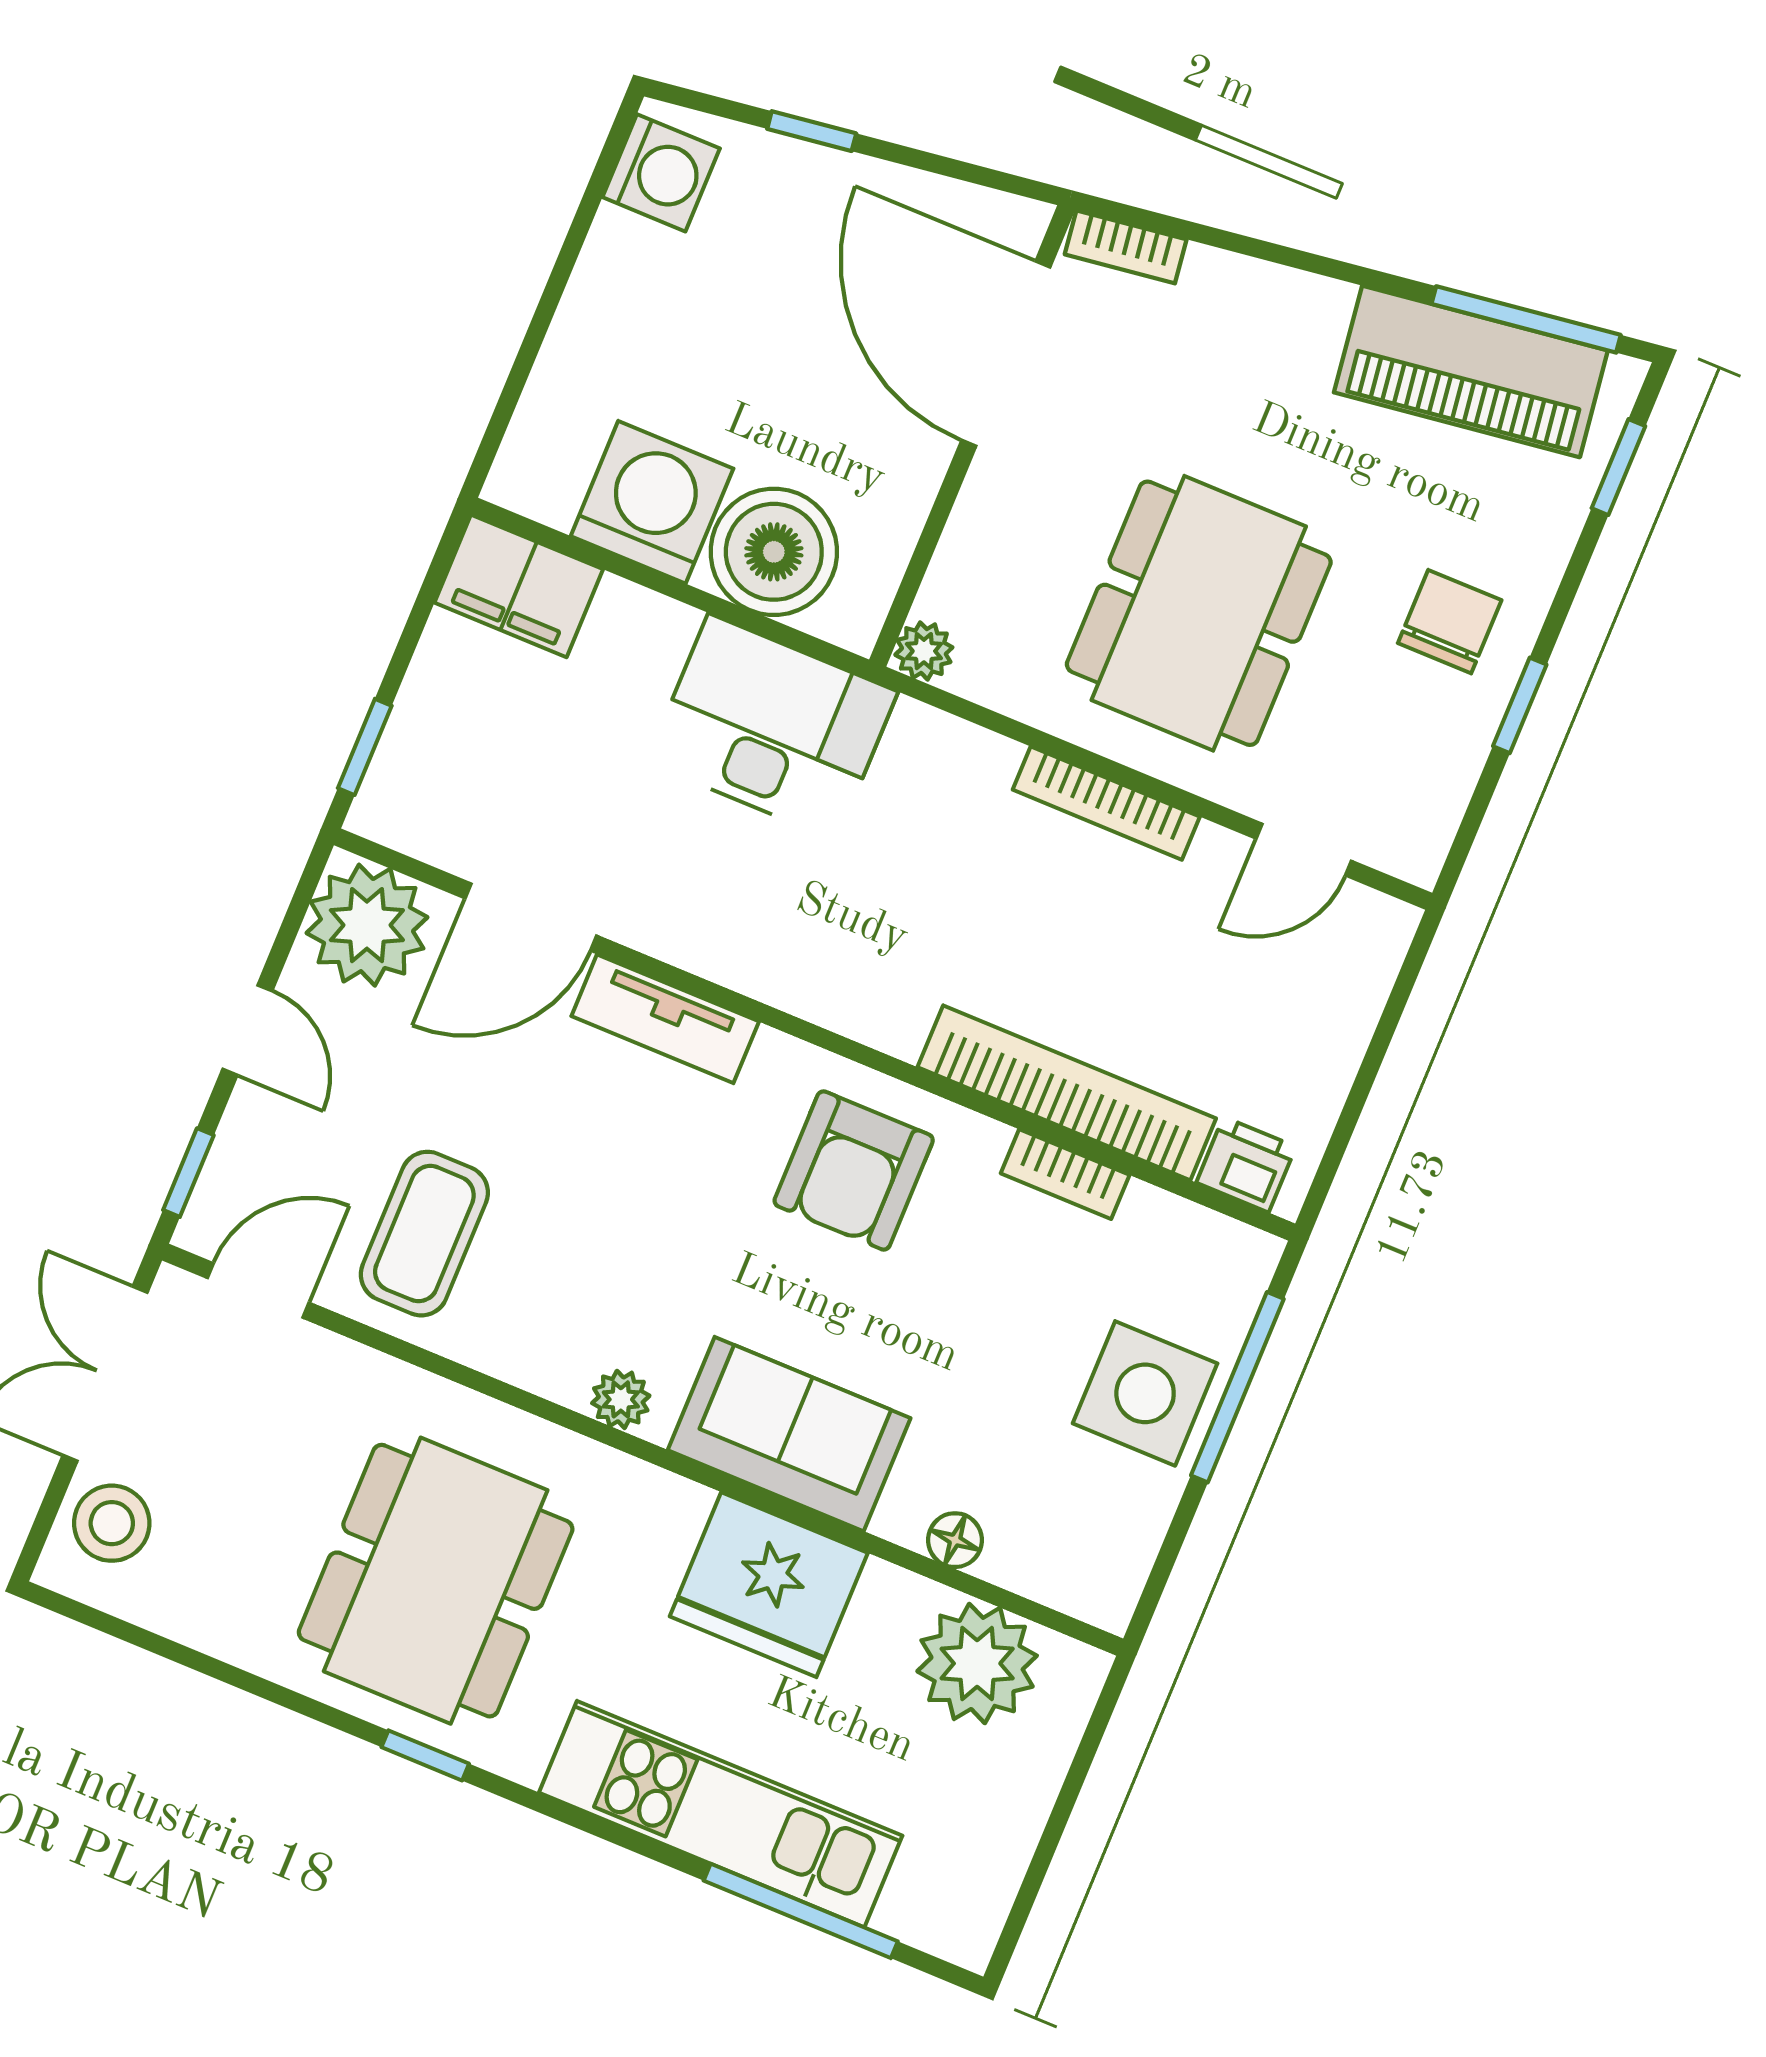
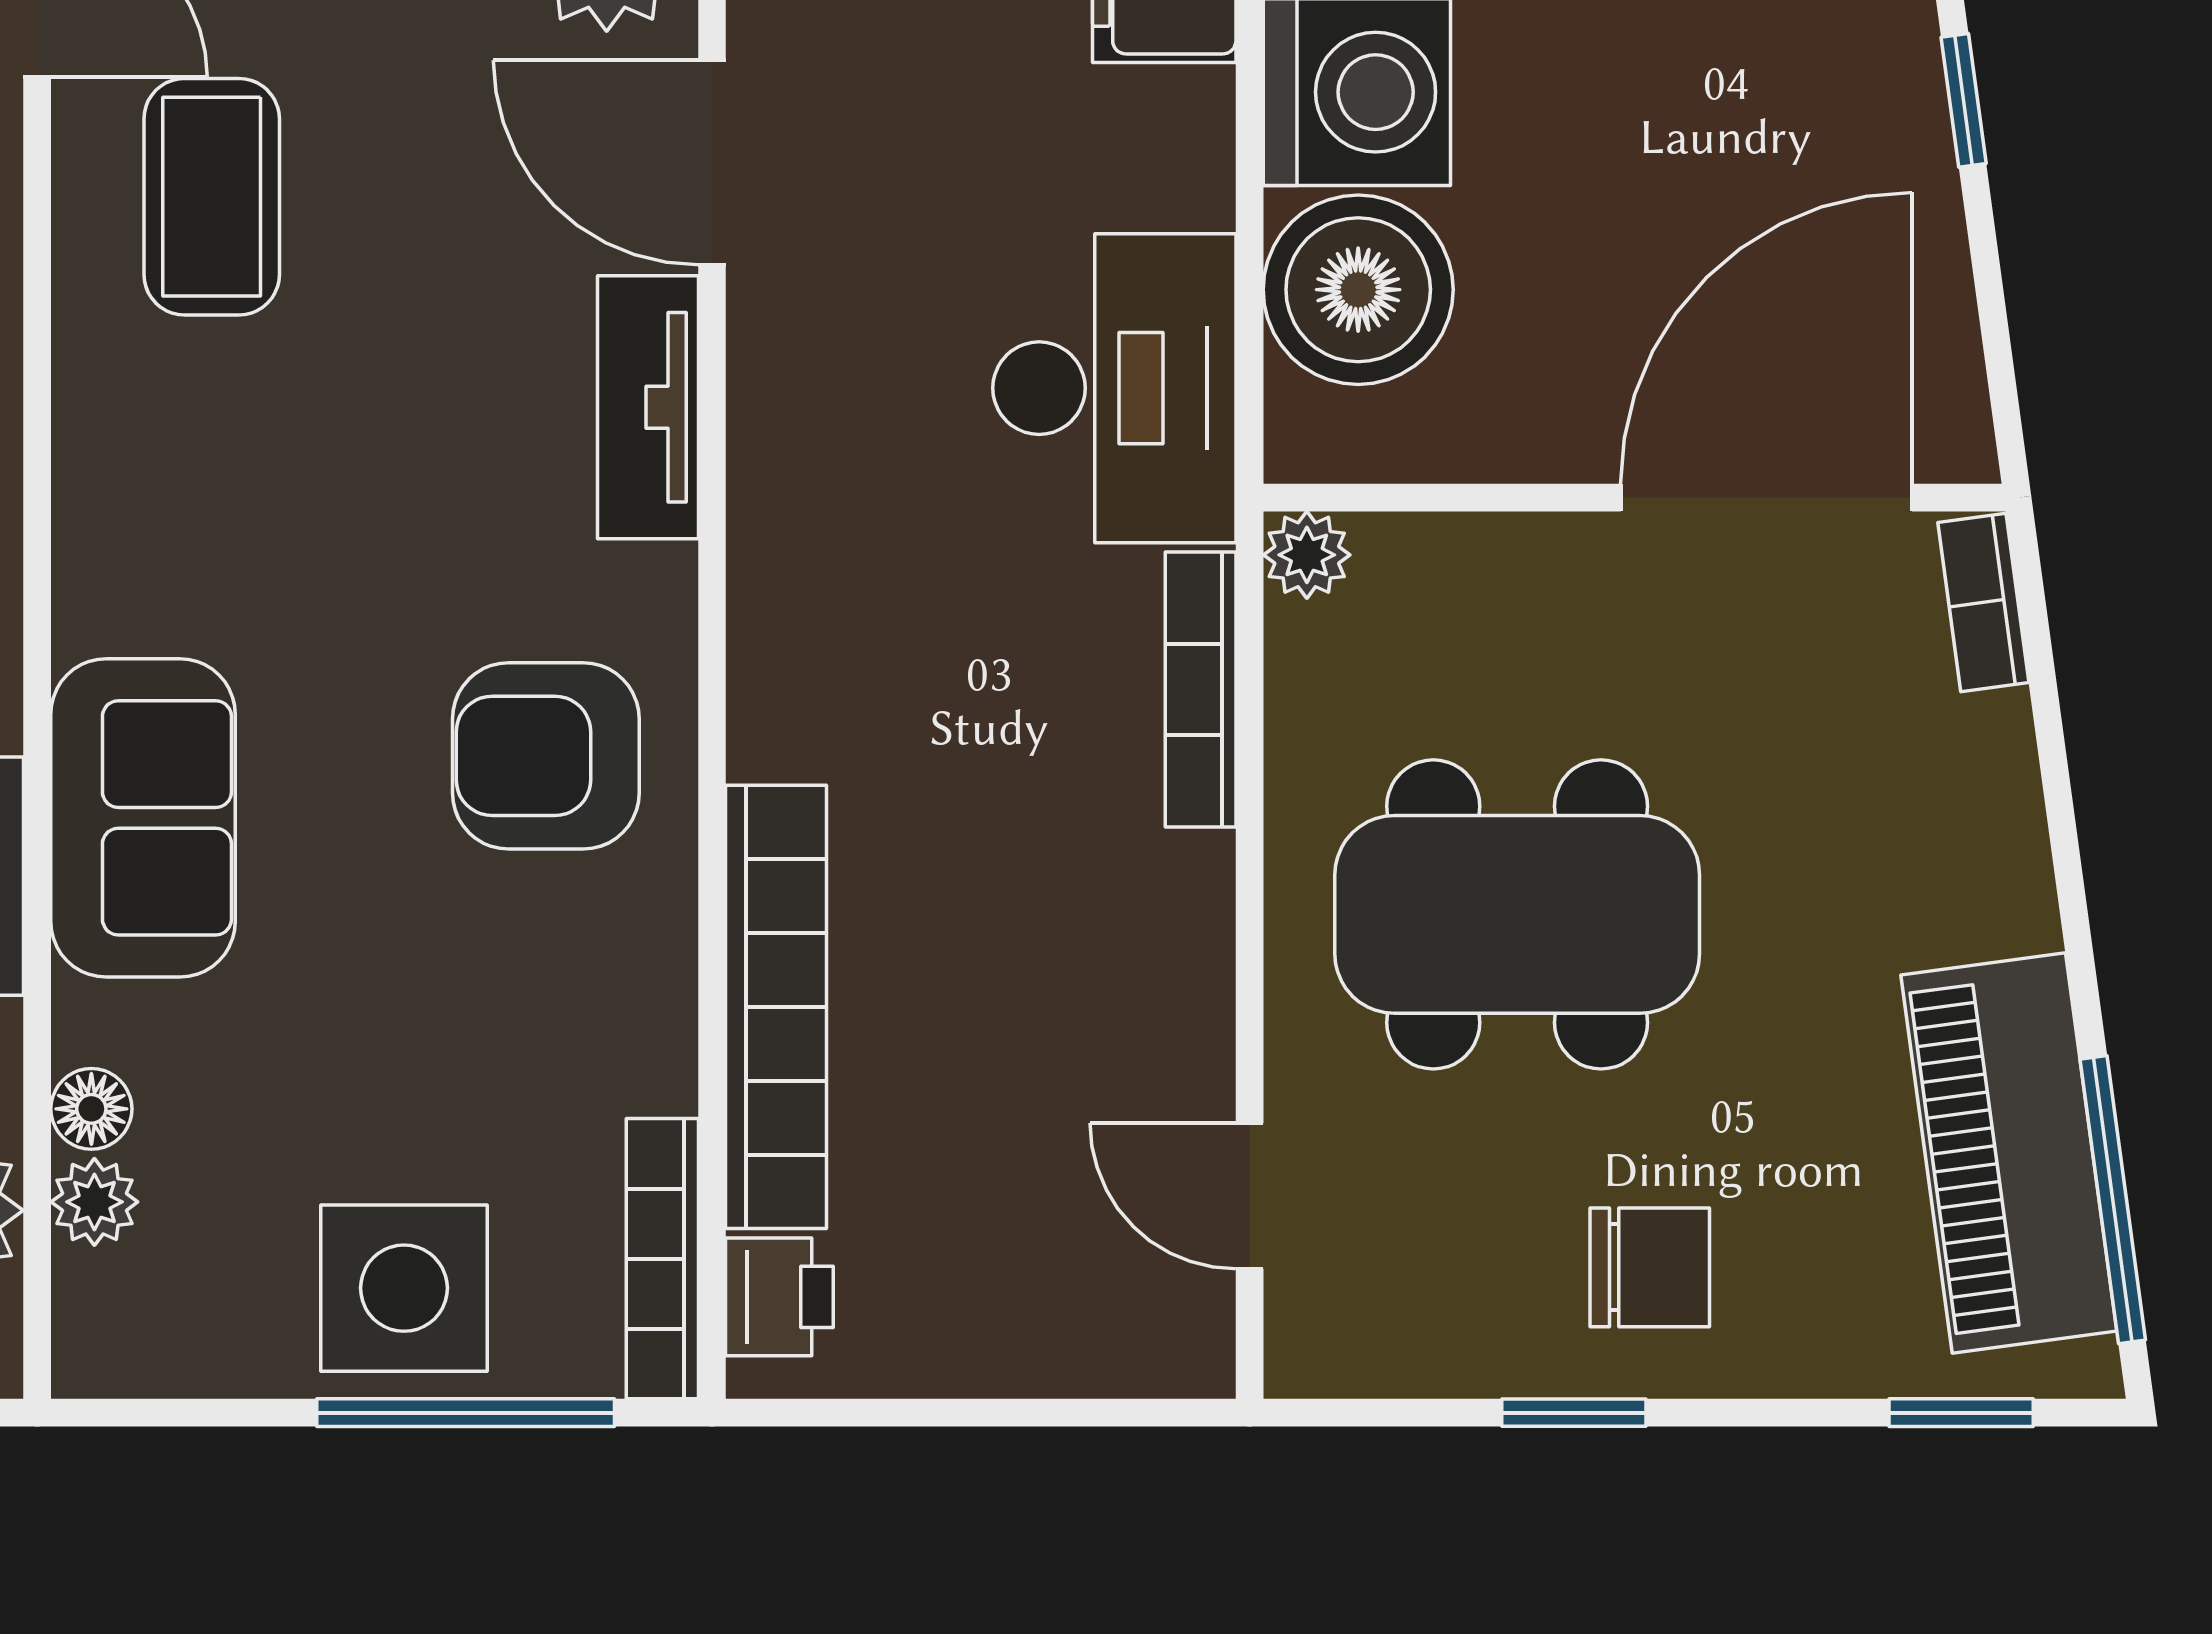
bookcase: (1106, 803) -> (1201, 690), moved
bookcase: (1065, 1174) -> (662, 1259), moved, width x1.56
coffee table: (424, 1234) -> (212, 197), turned 90
plant: (621, 1399) -> (94, 1202), moved

